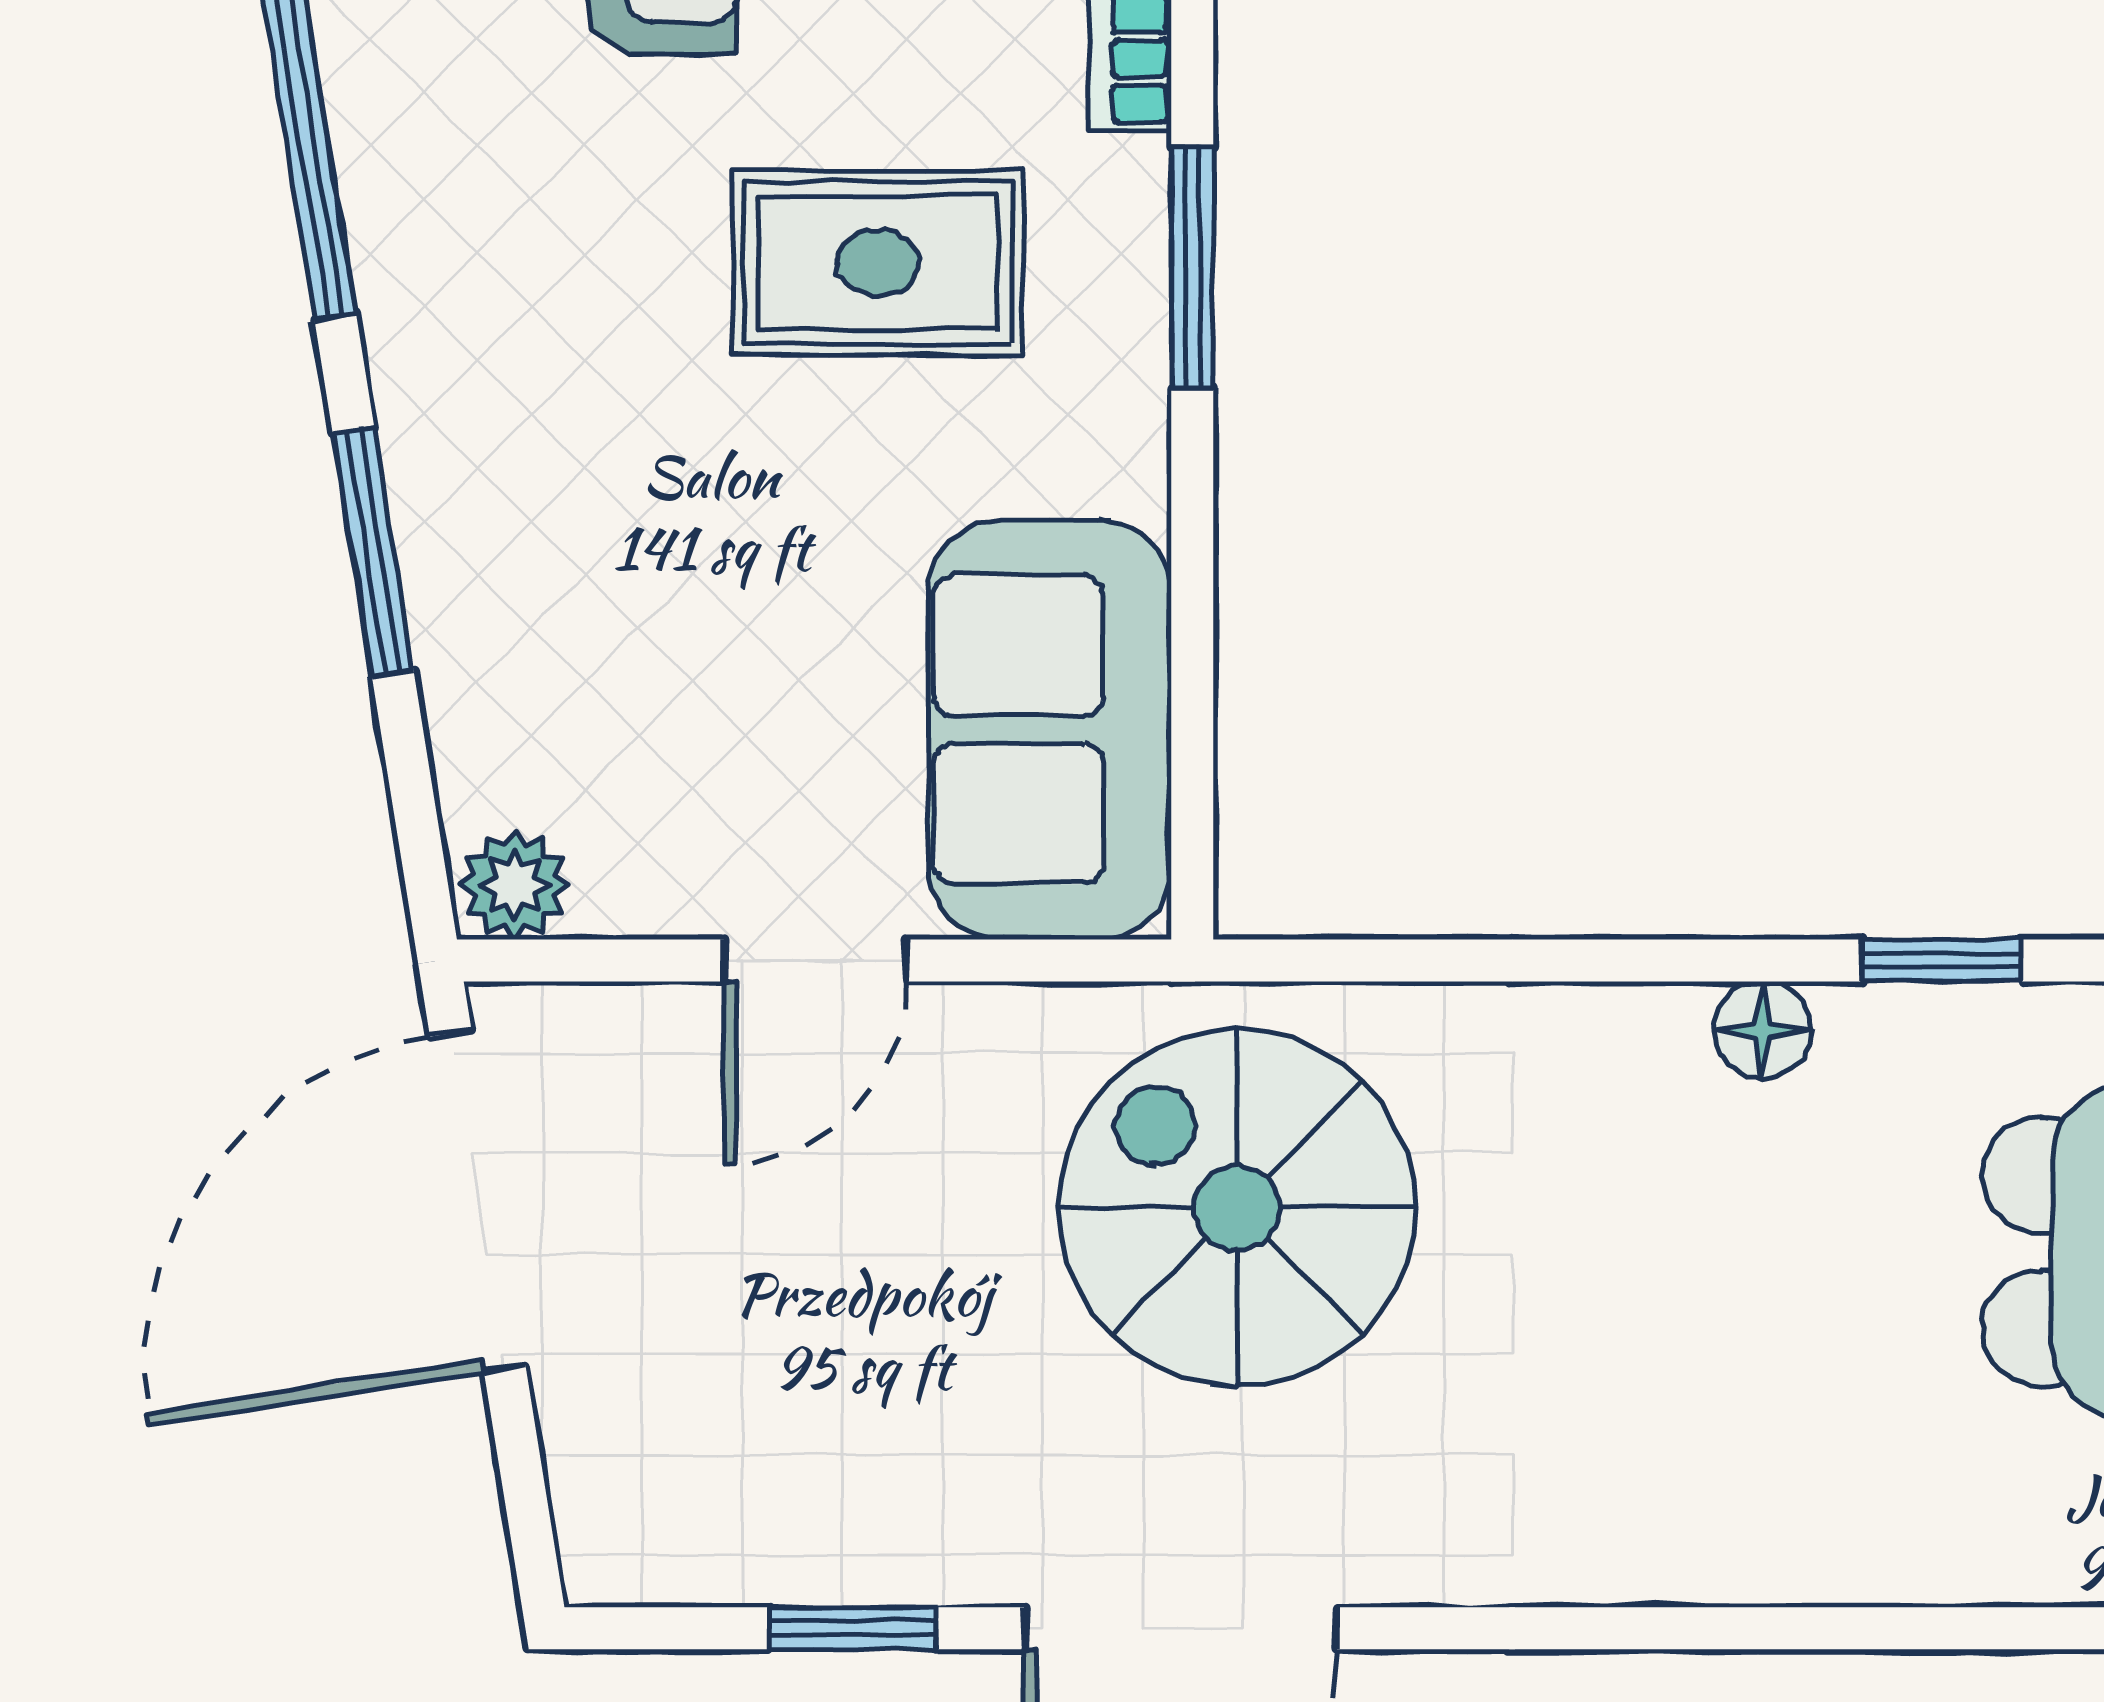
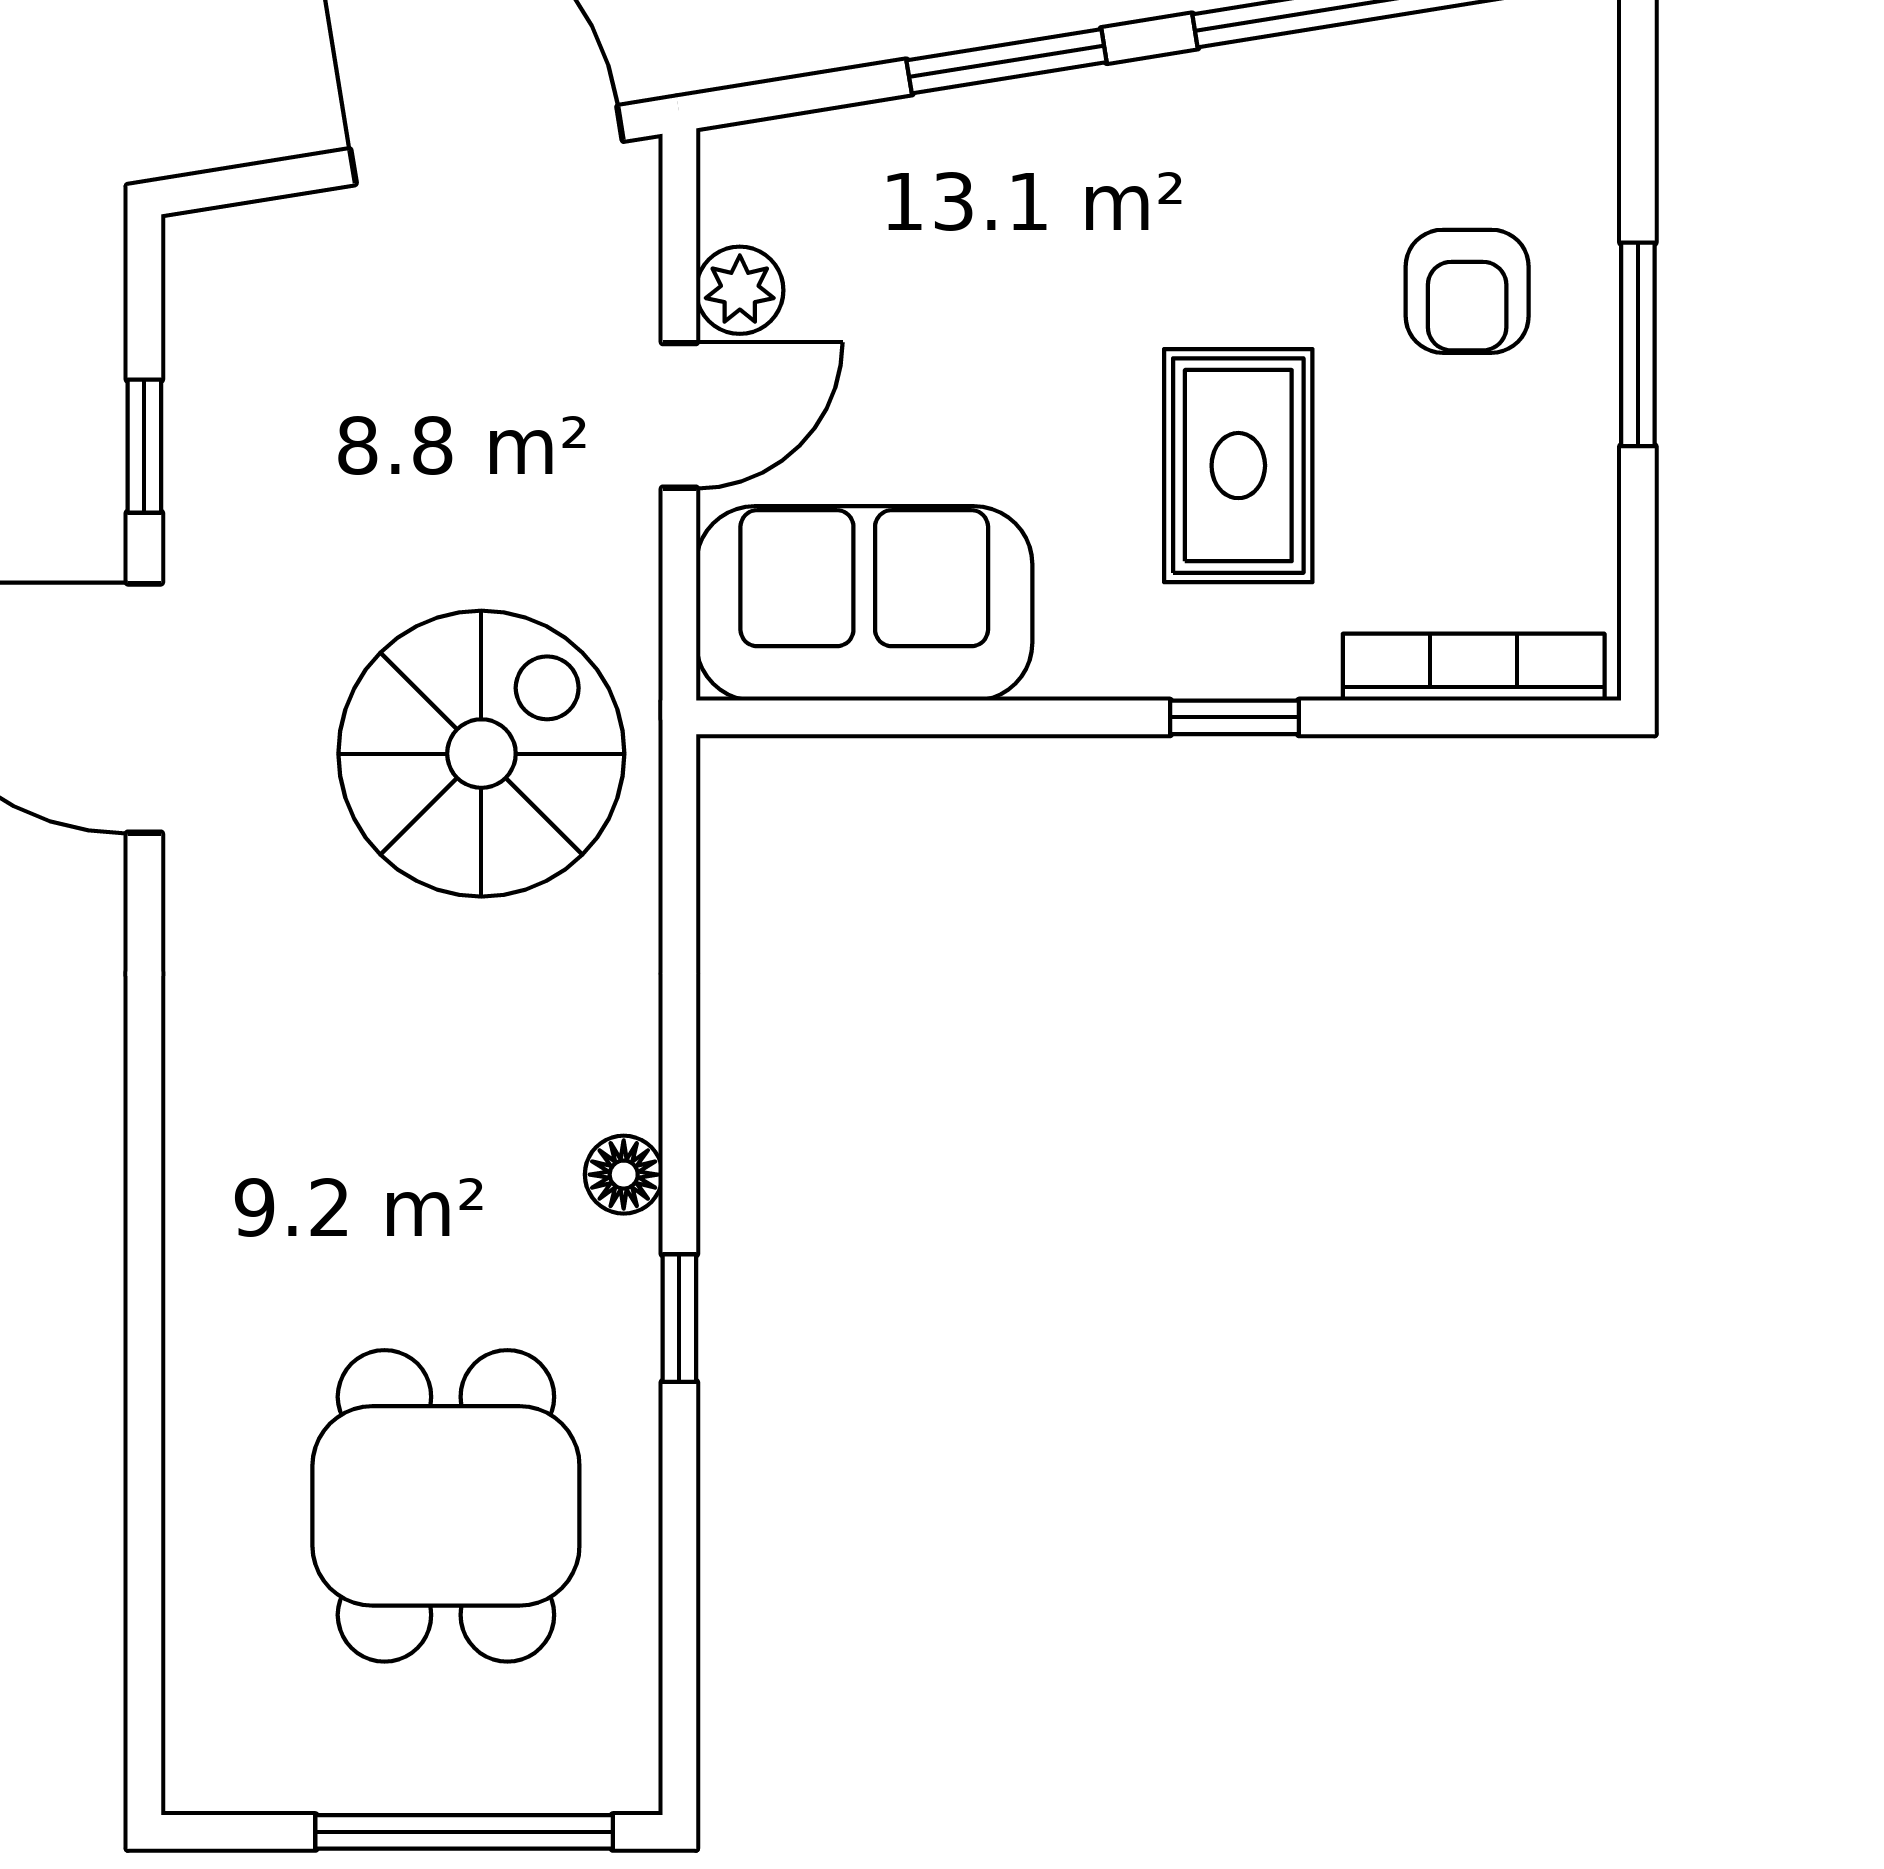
window: (1192, 267) -> (1235, 717), width x0.67
plant: (514, 885) -> (740, 290), moved
door: (815, 960) -> (679, 415), swing flipped

